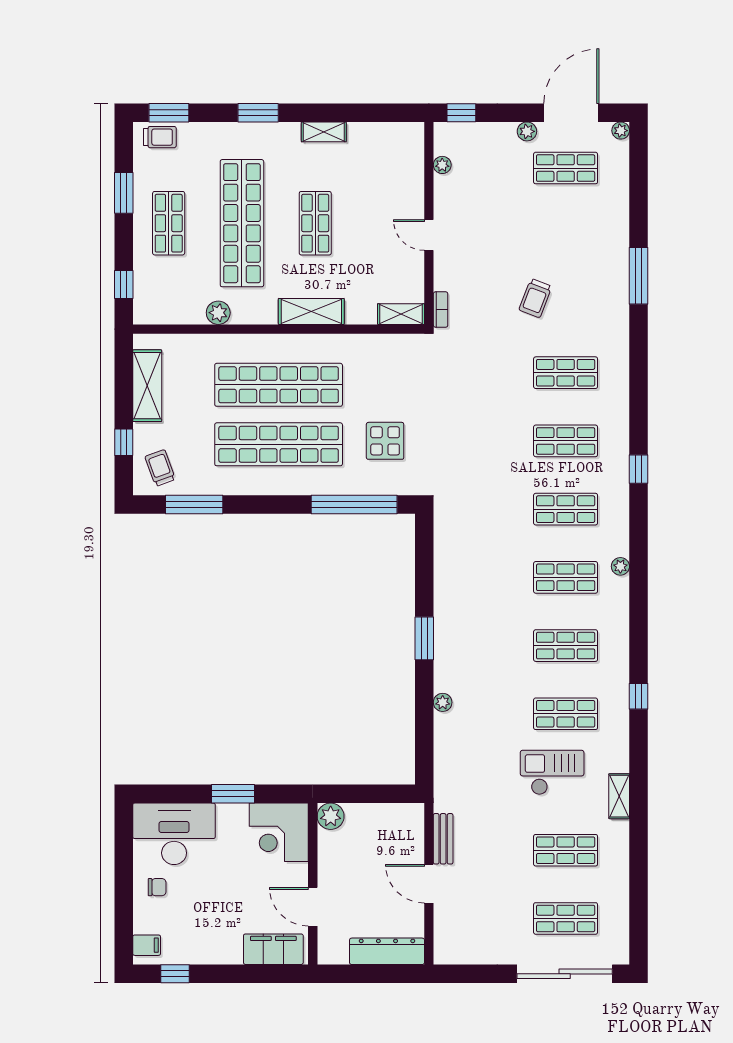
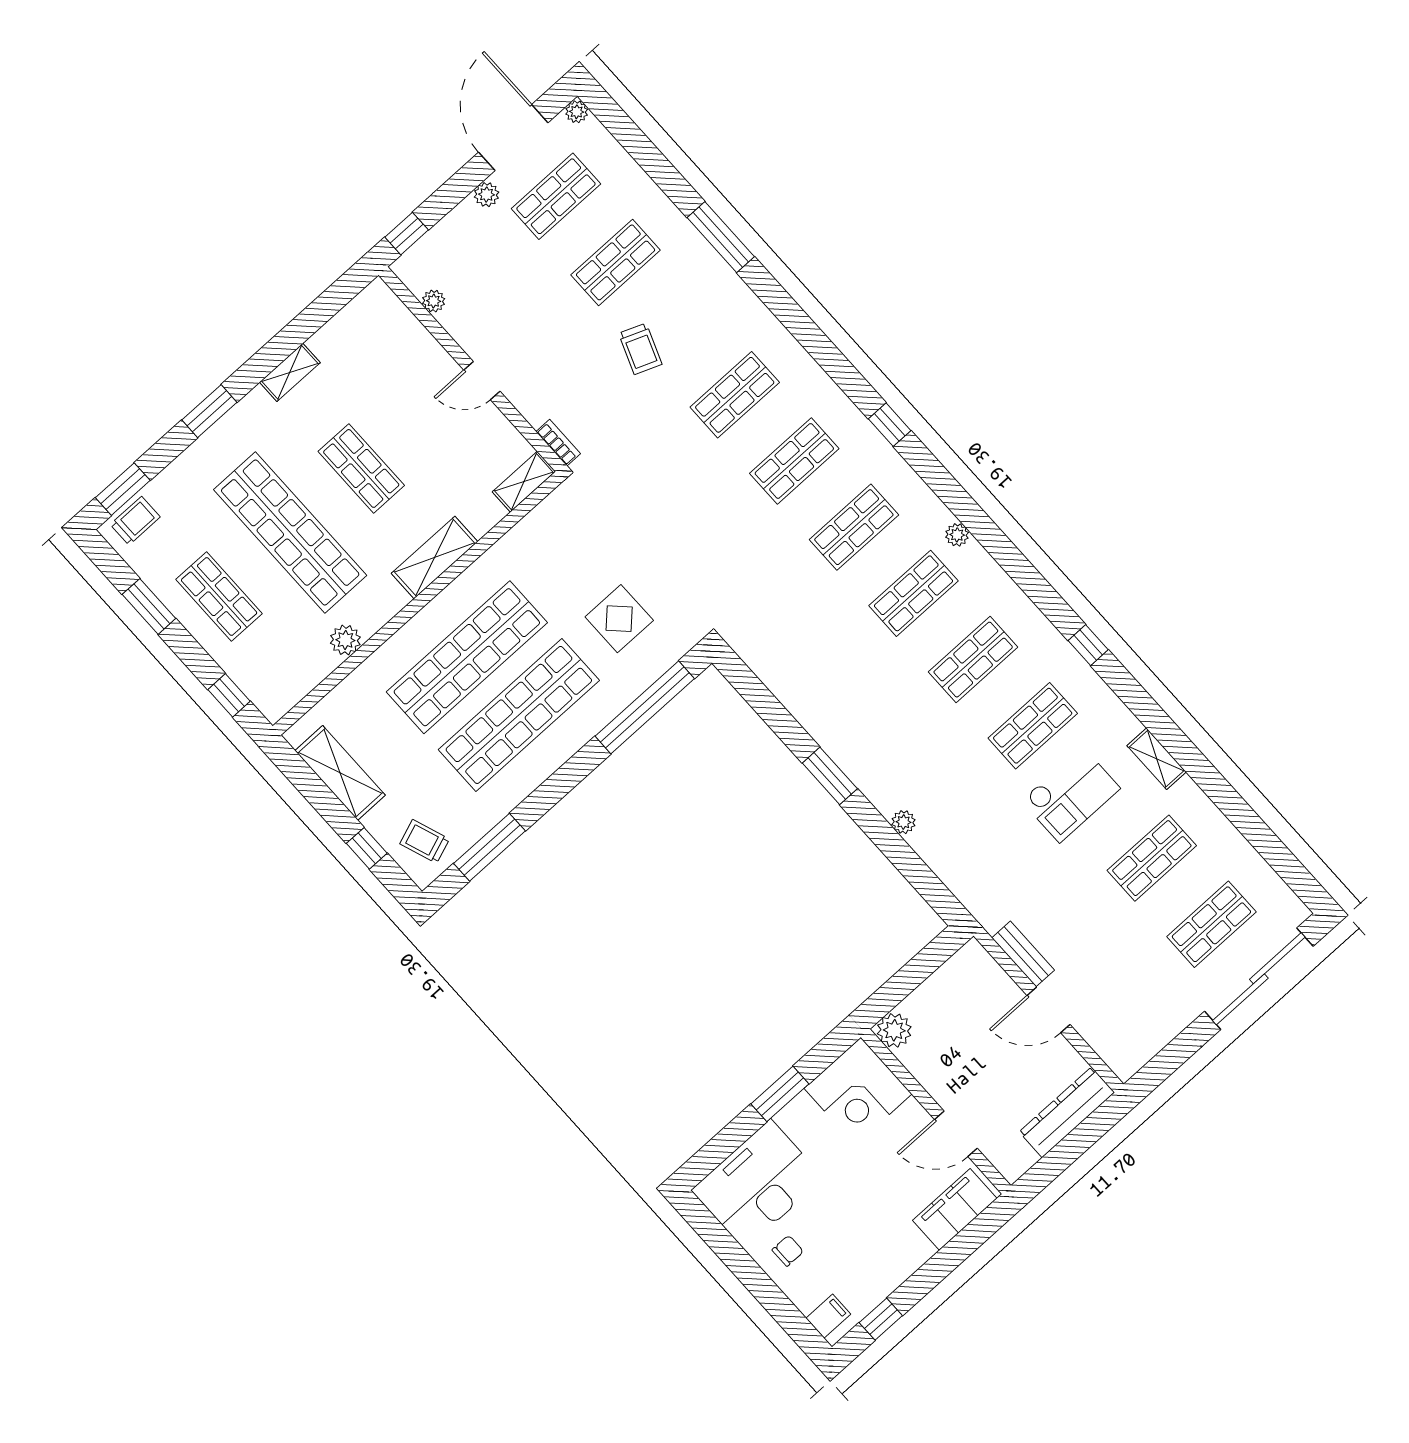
shop shelf: (566, 236) -> (616, 262), added
checkout: (552, 772) -> (1071, 794), turned 180

